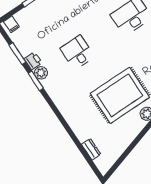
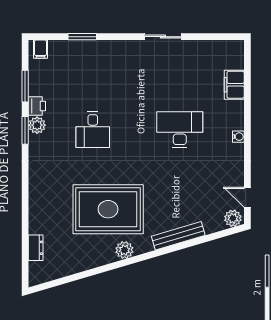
desk: (77, 52) -> (93, 130), turned 180

